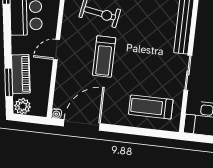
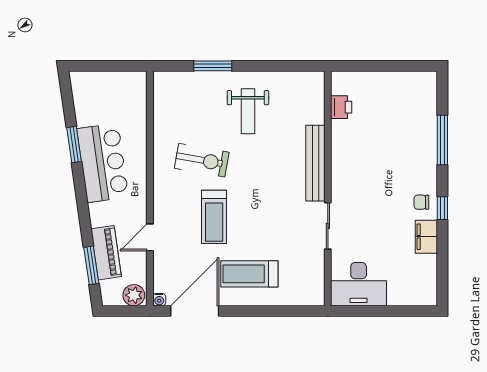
door: (57, 50) -> (150, 237), moved
plant: (23, 106) -> (134, 295), moved
treadmill: (151, 107) -> (249, 274), moved

